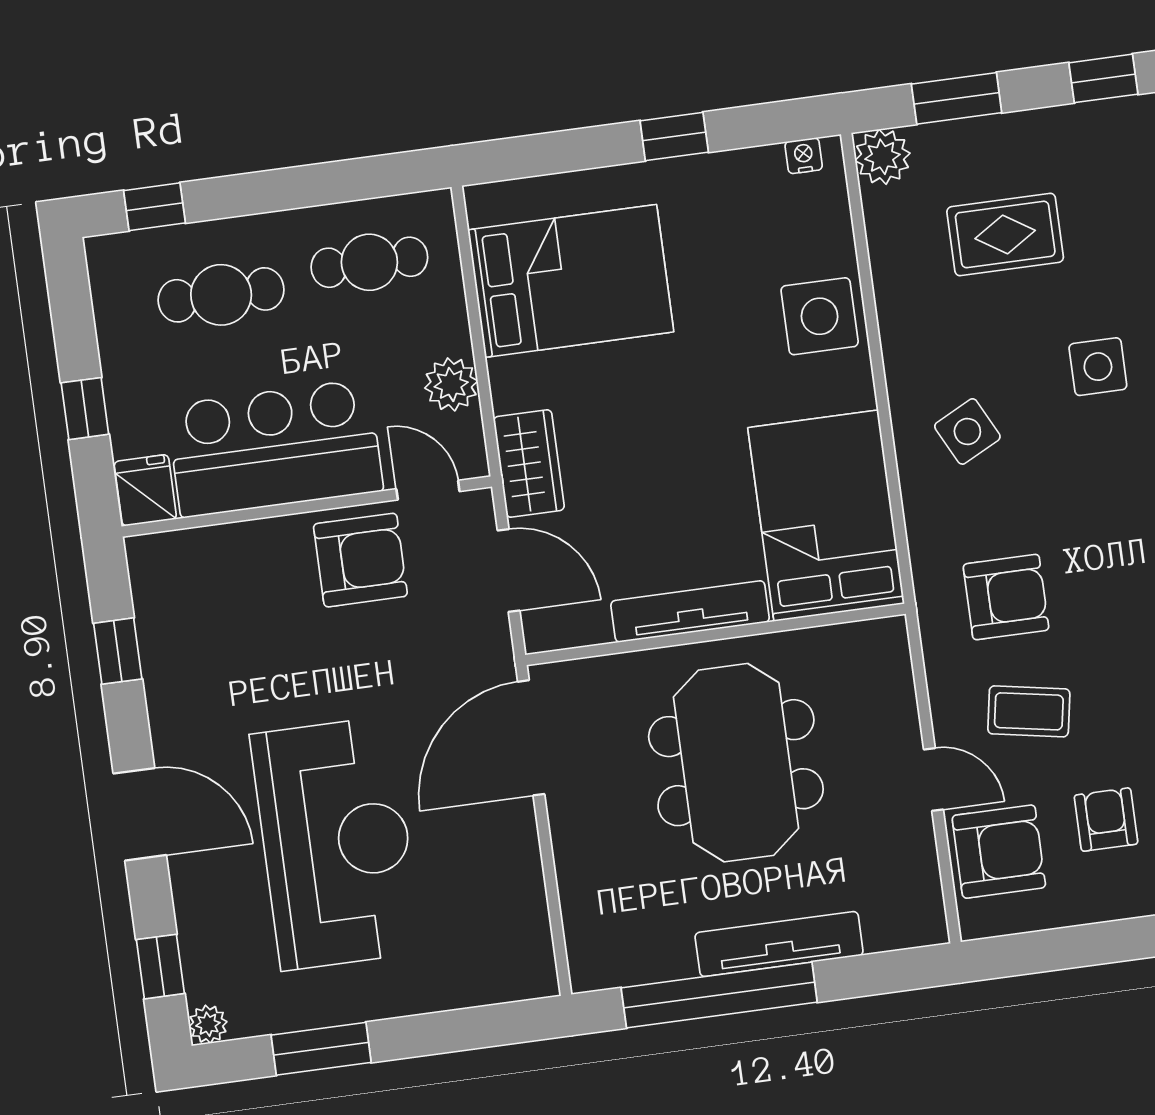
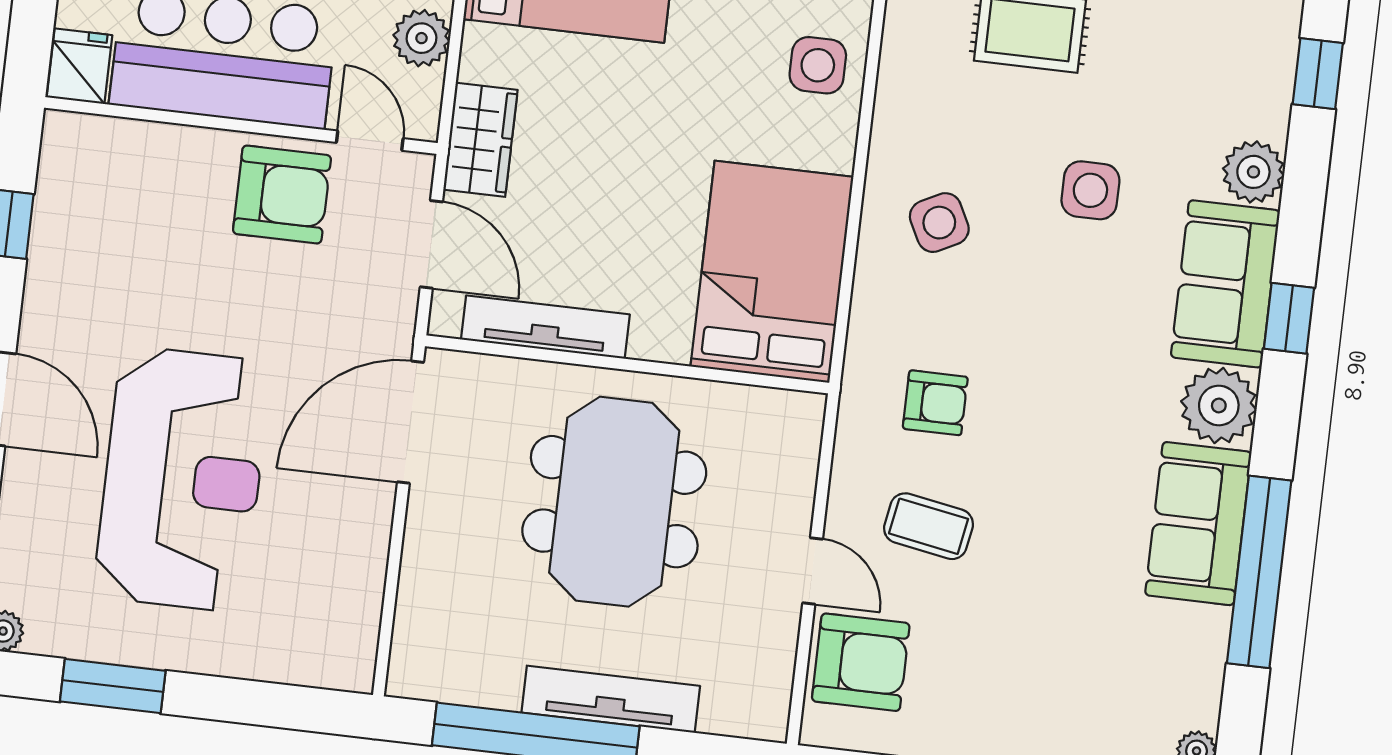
side table: (820, 316) -> (818, 65), width x0.73, depth x0.73
armchair: (1006, 597) -> (935, 403), width x0.72, depth x0.72
tv unit: (690, 611) -> (545, 327), moved
armchair: (1106, 820) -> (979, 658), removed

